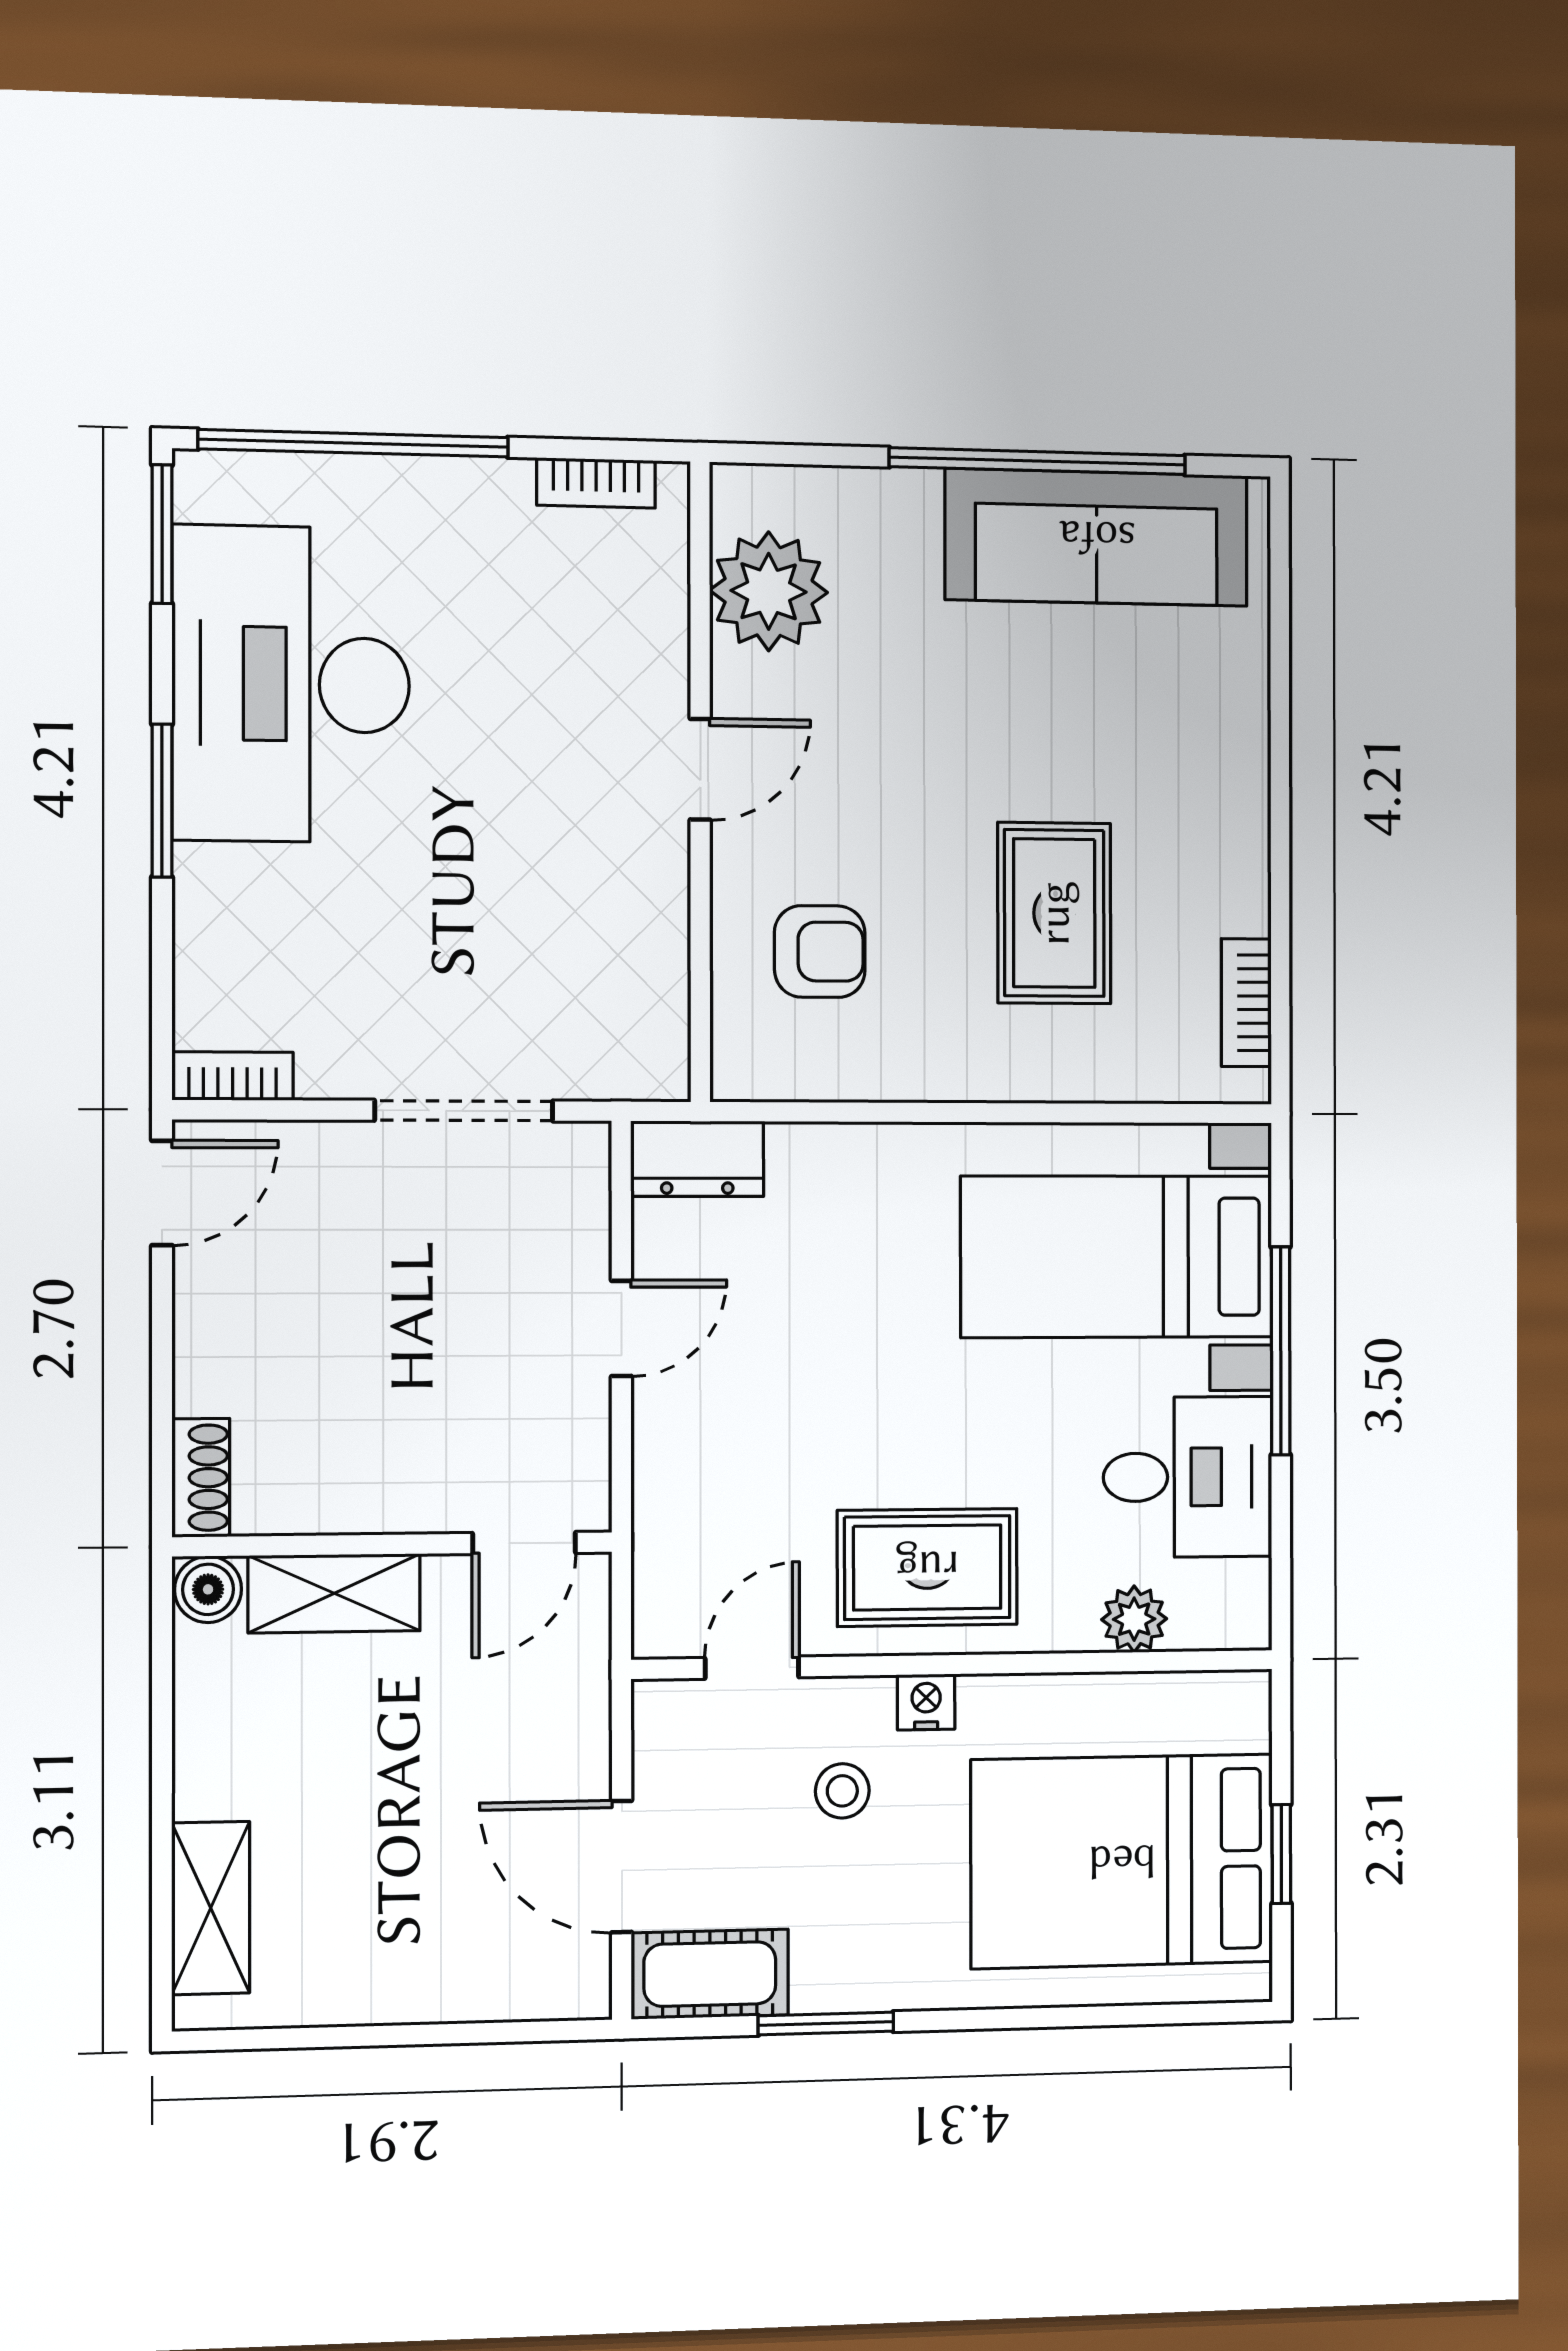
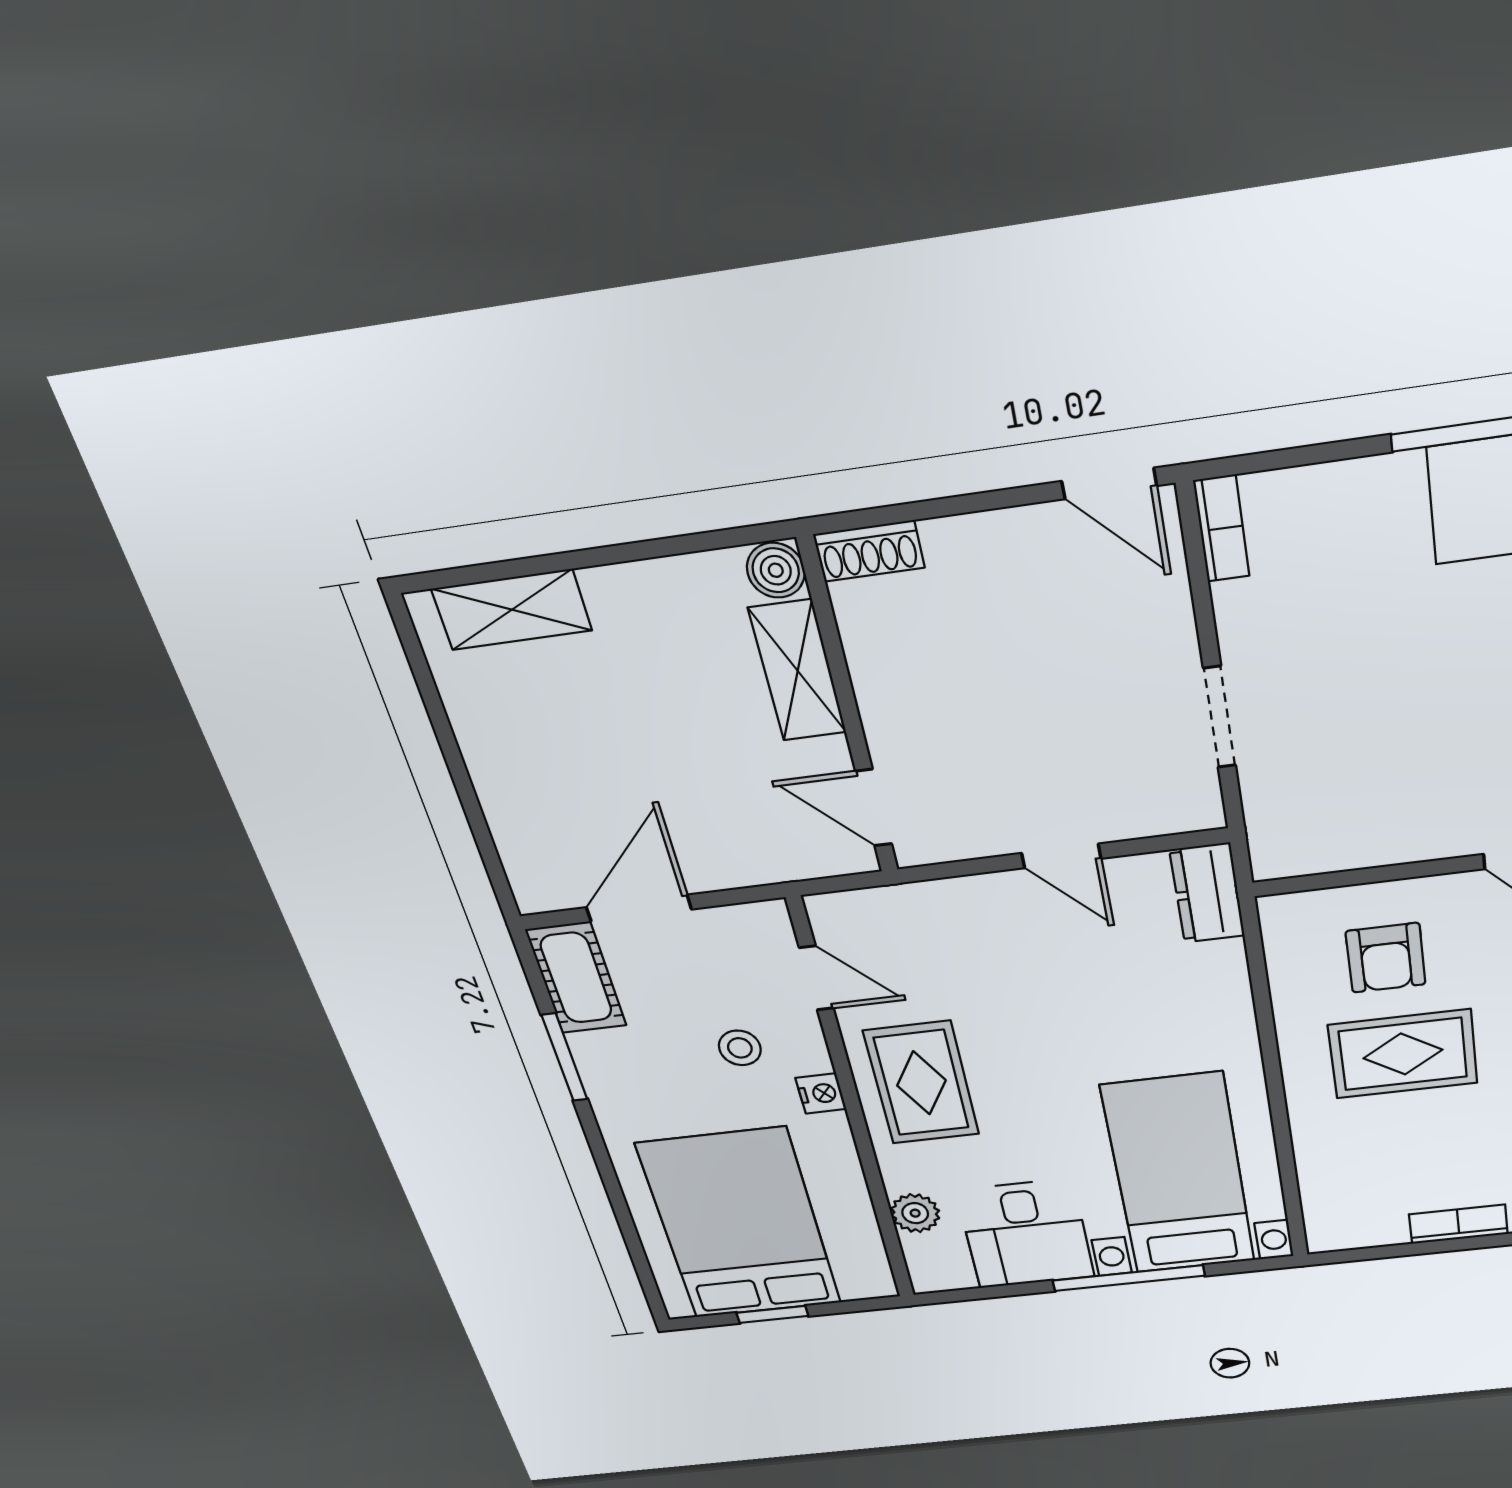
rug: (1054, 913) -> (1403, 1054), moved
bookcase: (1246, 1003) -> (1458, 1224), moved
doorway: (464, 1111) -> (1220, 717), width x0.73

